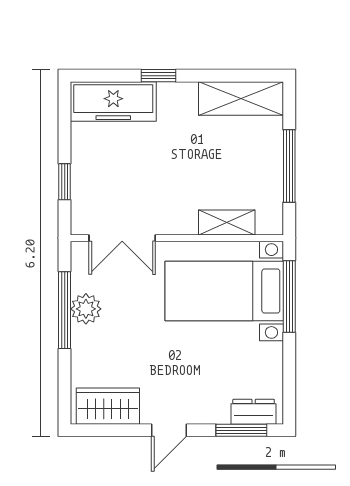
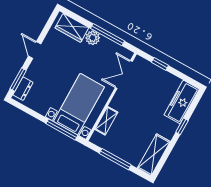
plant: (86, 309) -> (93, 38), moved
wardrobe: (108, 406) -> (72, 28), moved, turned 90

